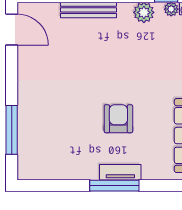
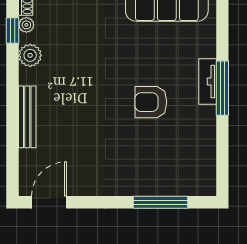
armchair: (118, 119) -> (151, 102), moved

